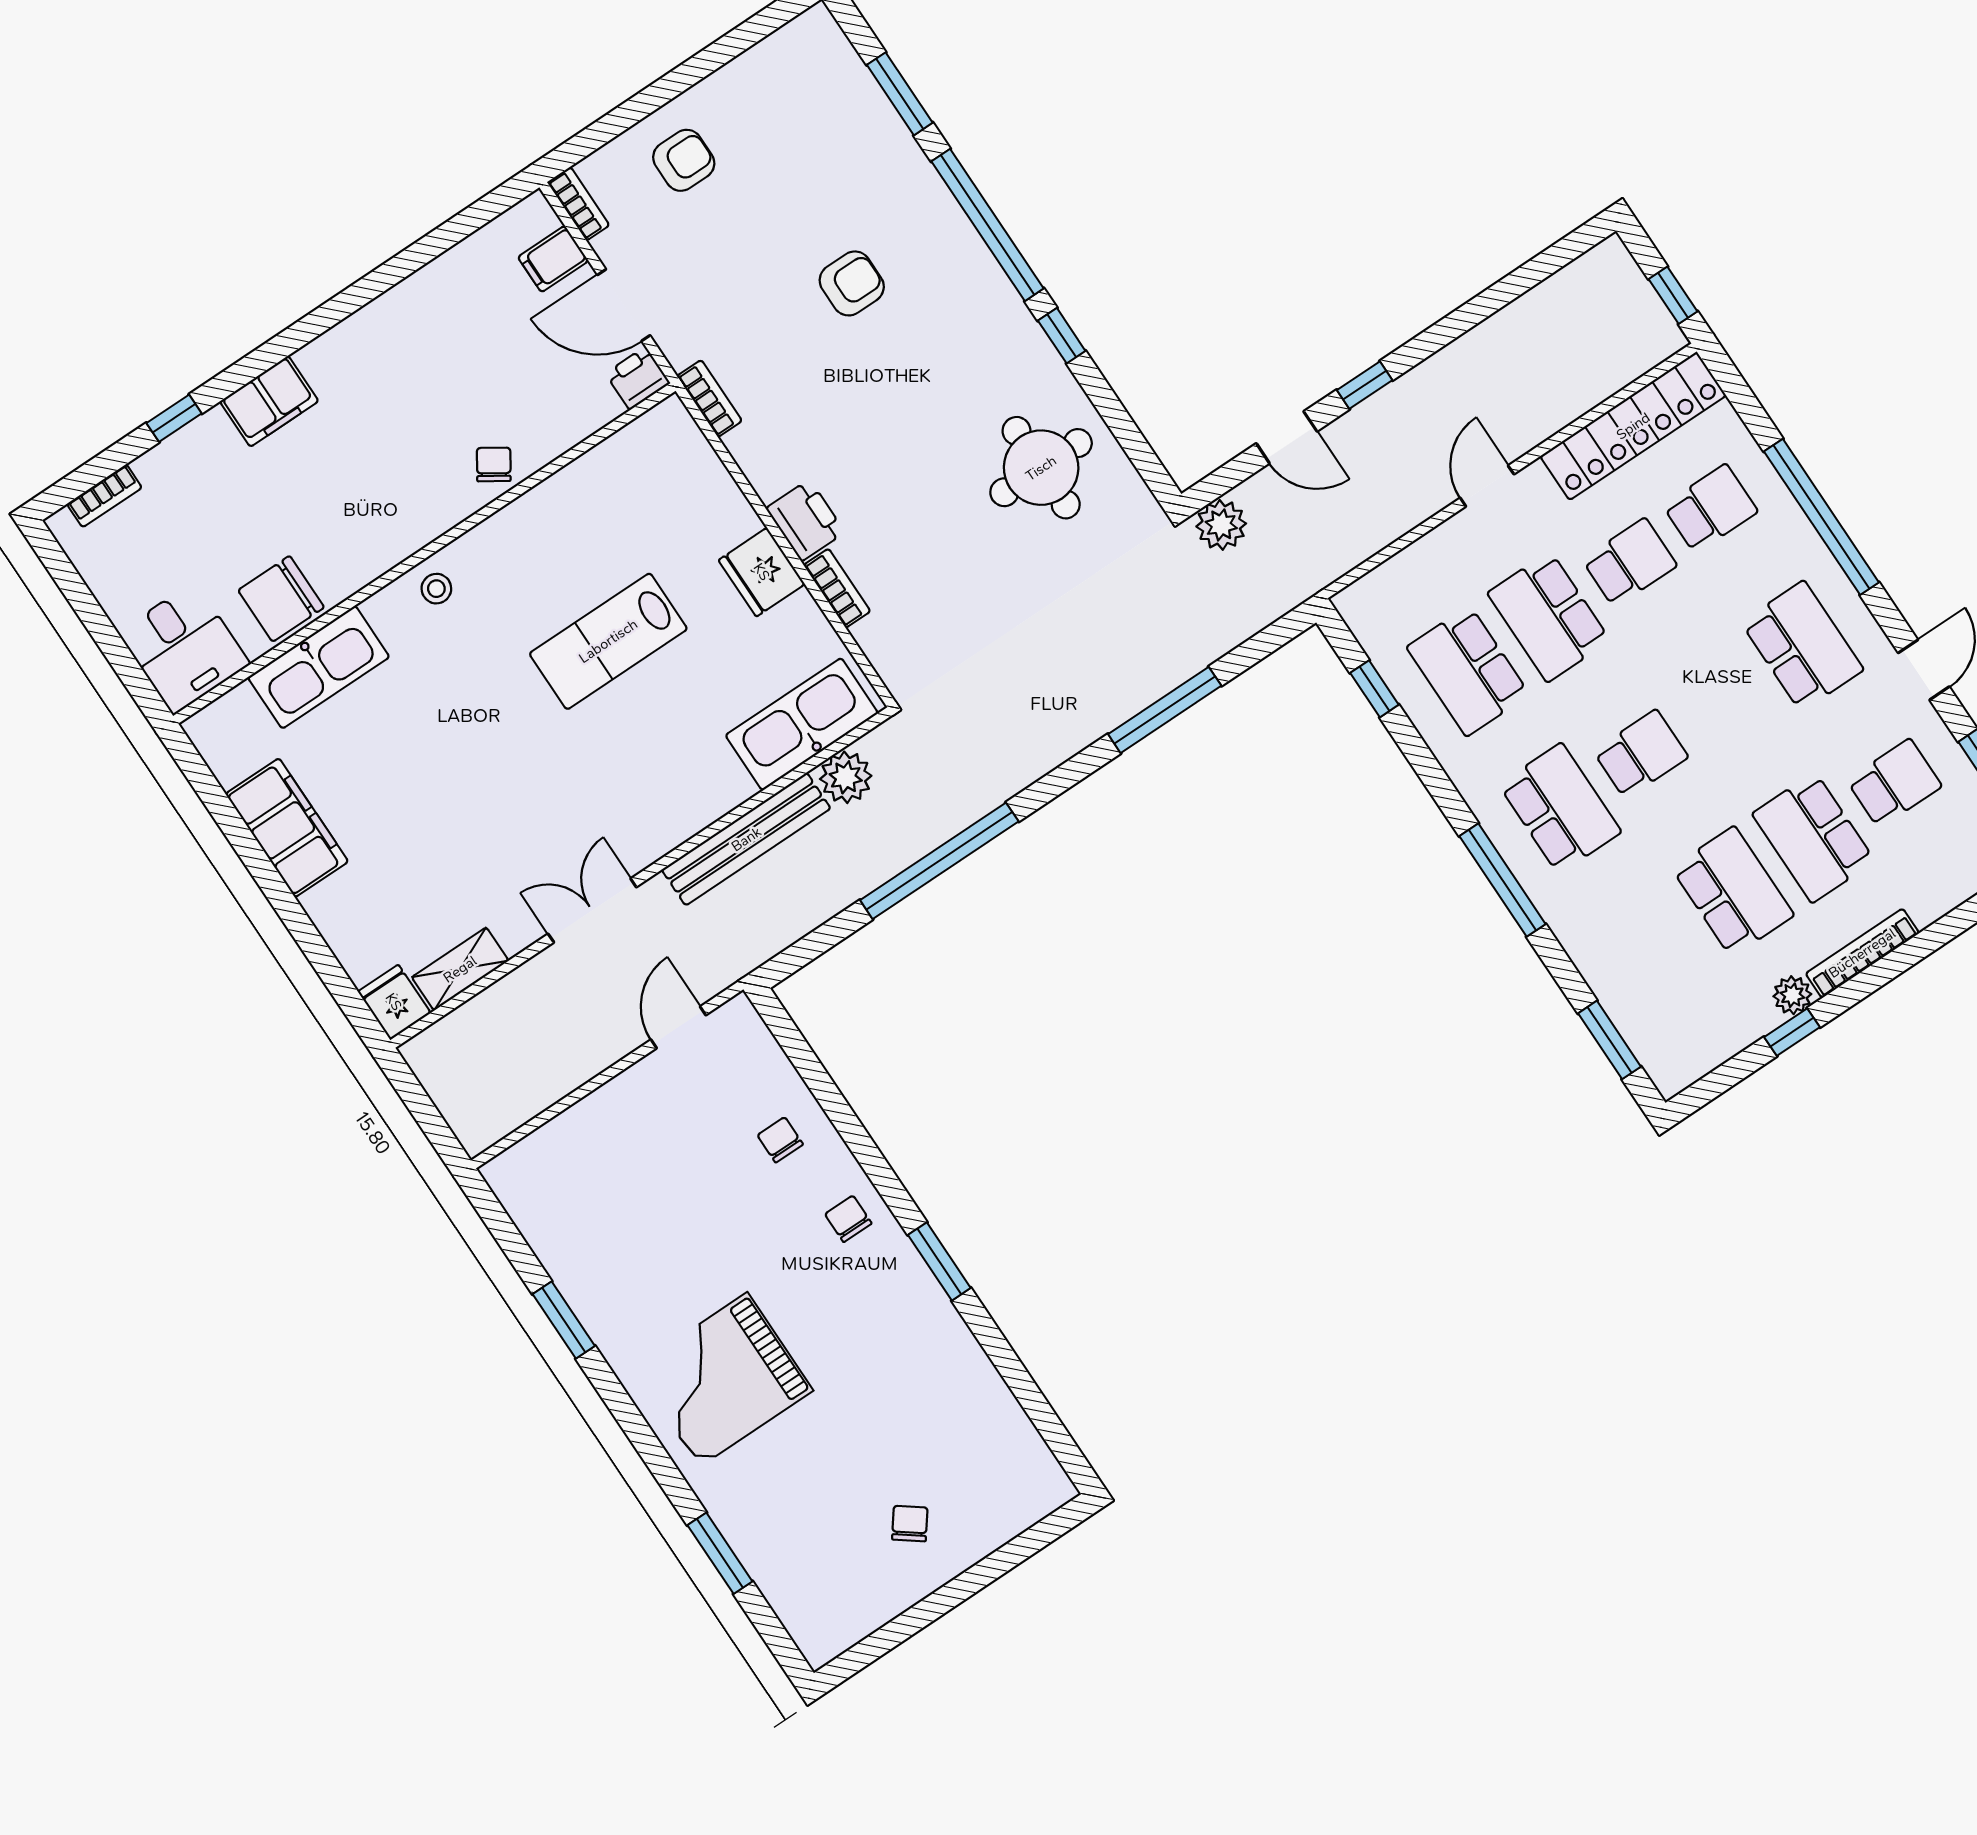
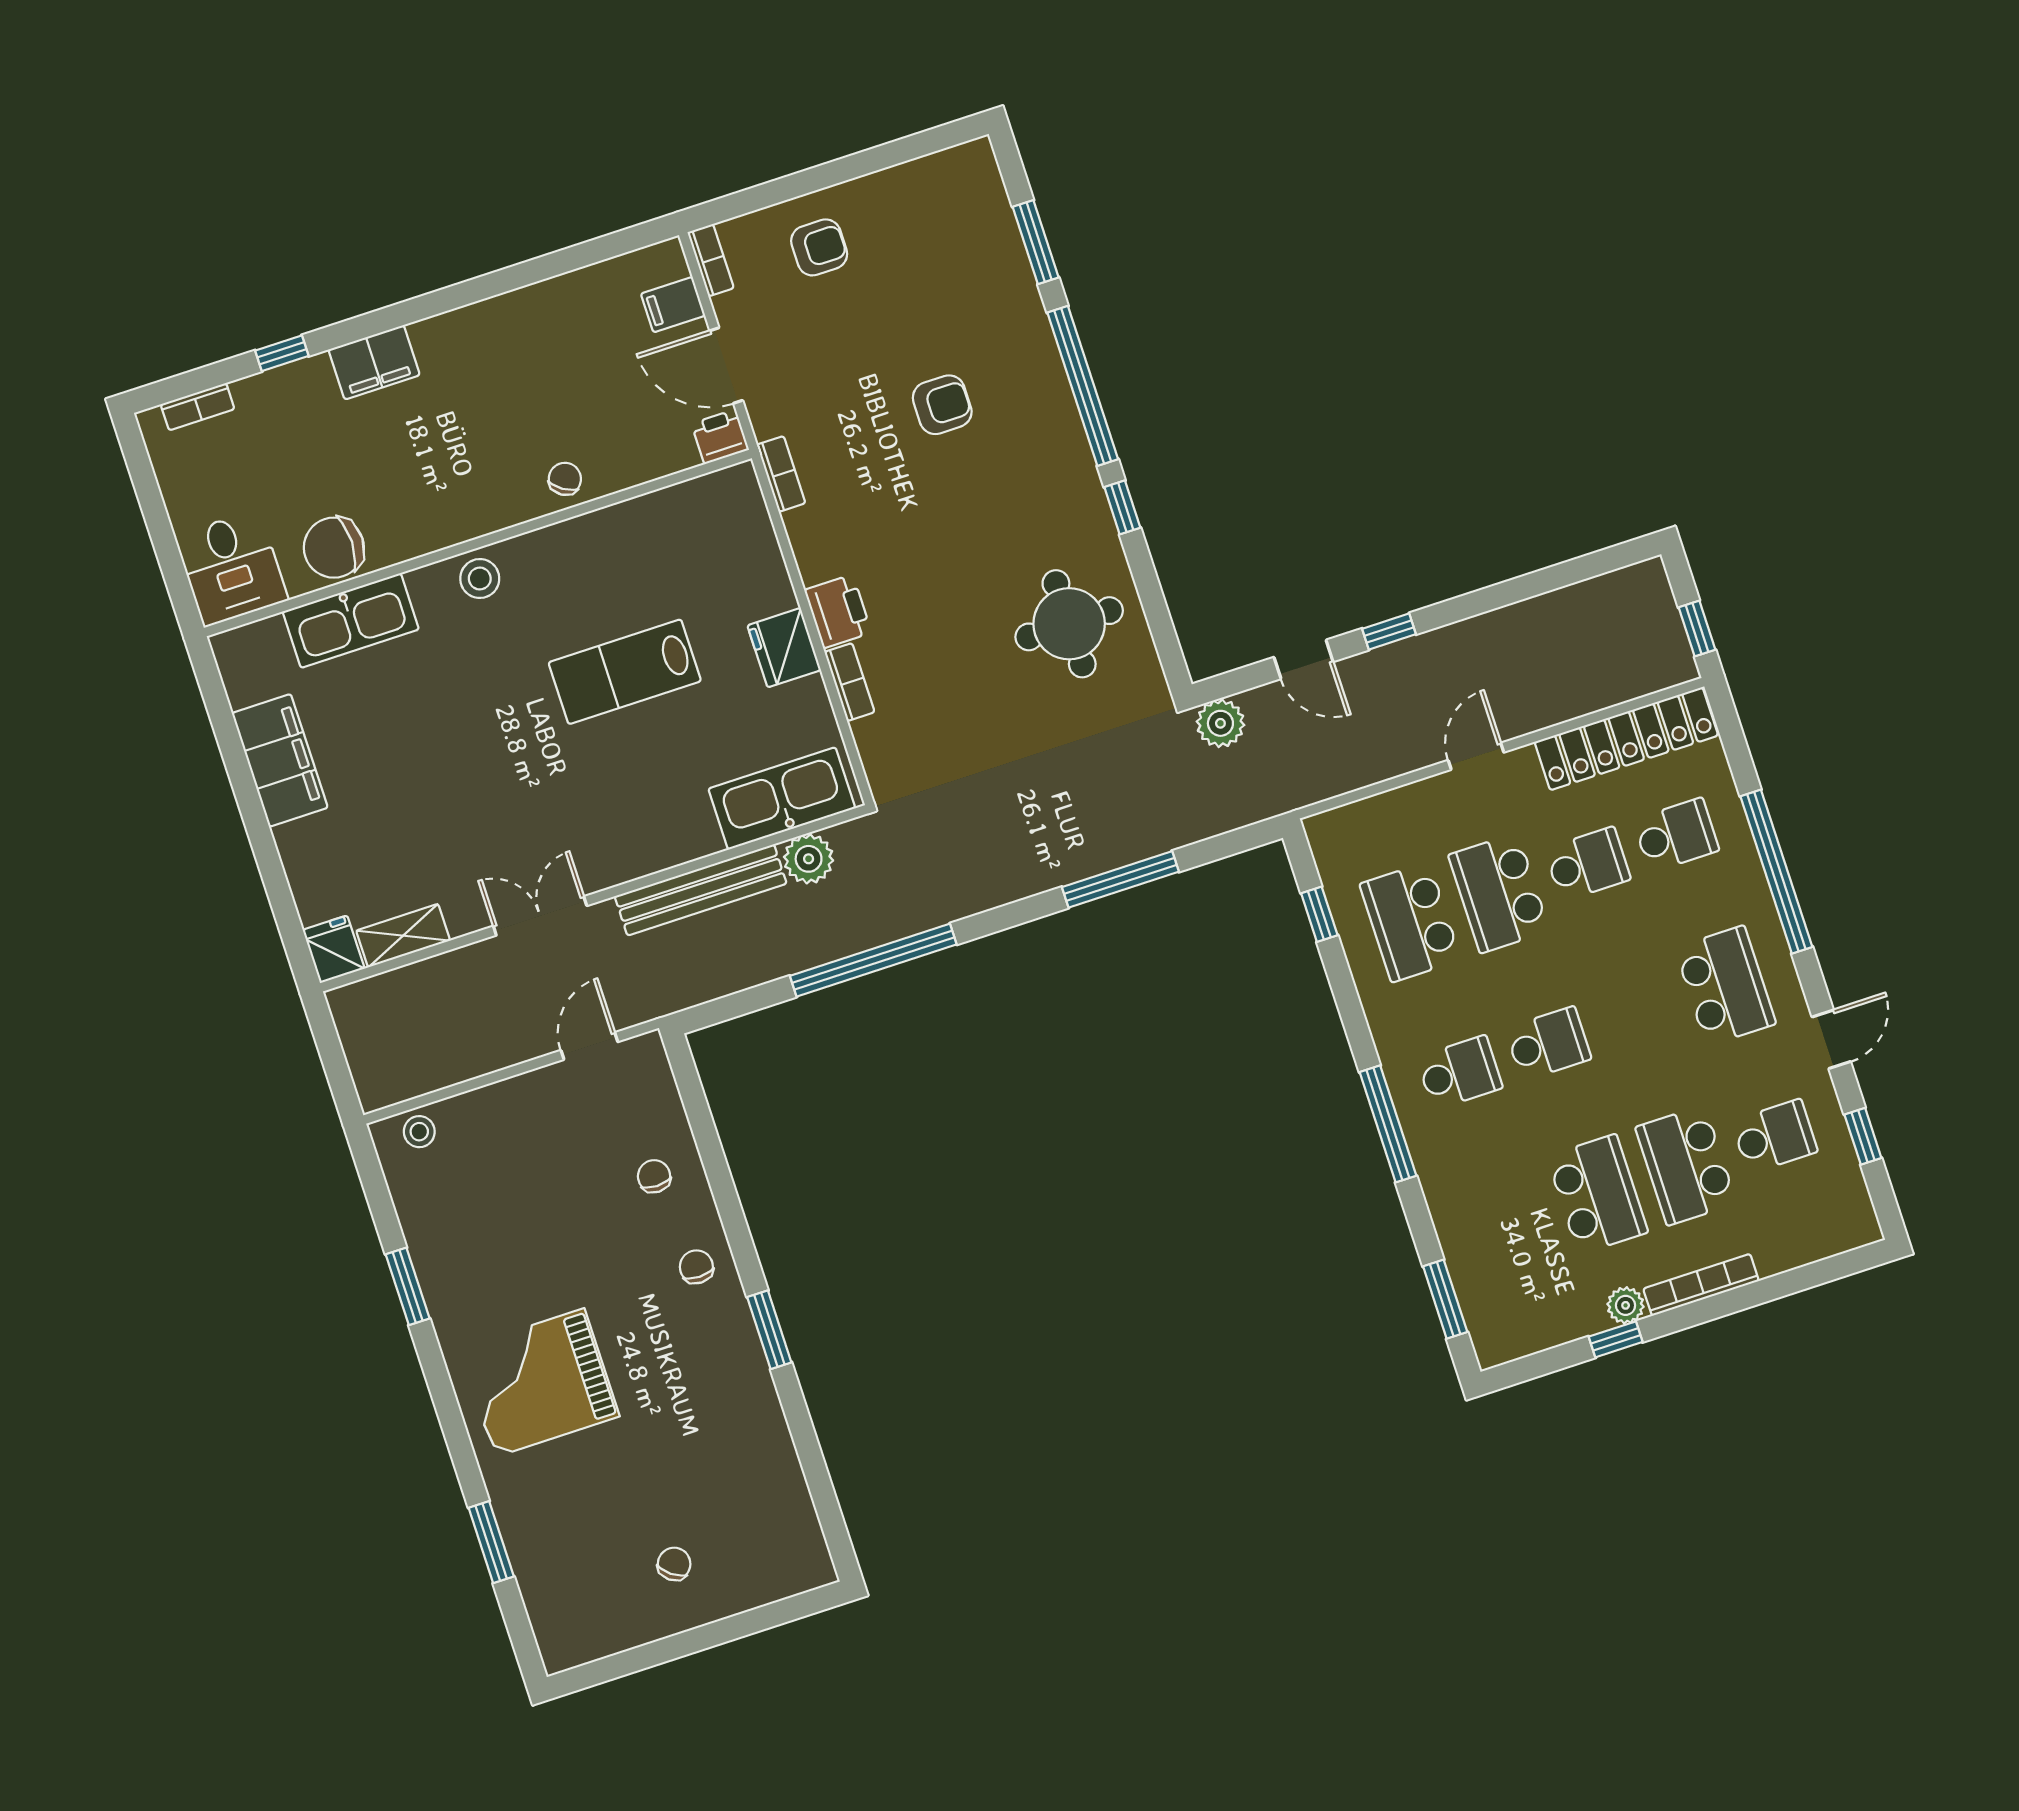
stool: (436, 589) -> (480, 579), width x1.37, depth x1.37
school desk: (1560, 808) -> (1460, 1073), width x0.54
stool: (532, 1161) -> (419, 1132), added

